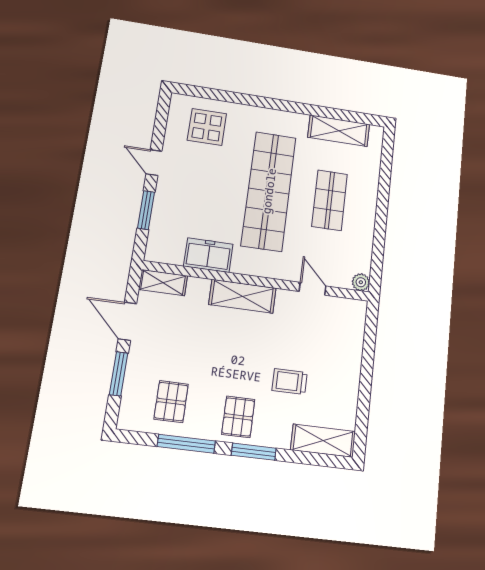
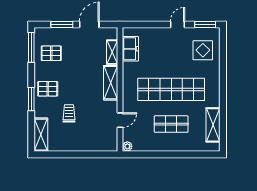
window: (146, 210) -> (205, 25), moved
freezer: (208, 255) -> (130, 49), moved
shelving: (163, 283) -> (112, 52), moved
window: (186, 444) -> (31, 47), moved

